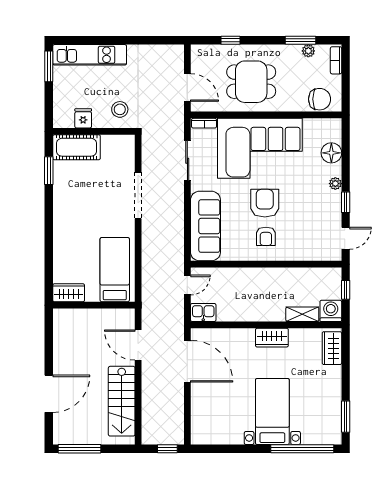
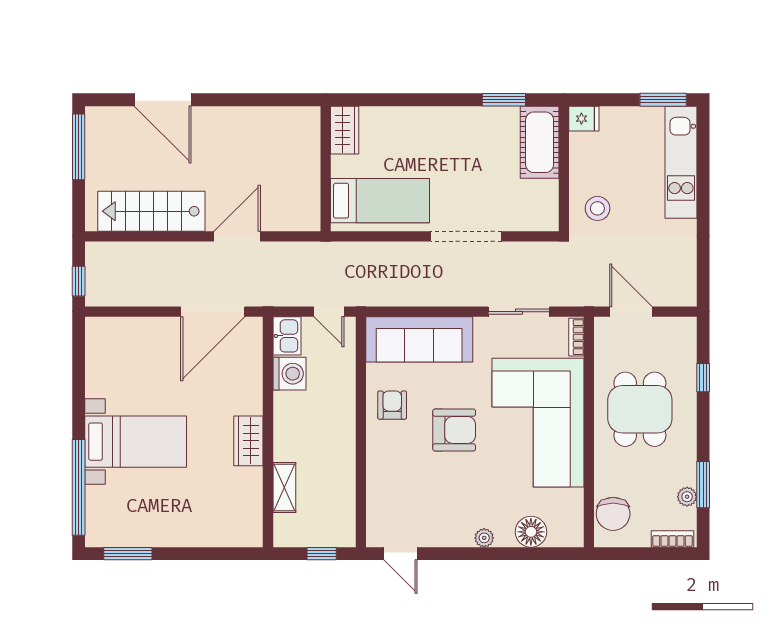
door: (187, 88) -> (631, 312), swing flipped
fridge: (83, 118) -> (584, 119), moved
window: (346, 202) -> (455, 554), removed
armchair: (266, 236) -> (392, 405), moved, turned 90
bed: (115, 270) -> (380, 201), moved
wardrobe: (69, 293) -> (345, 130), moved
wall: (94, 305) -> (326, 169), moved
washing machine: (331, 311) -> (289, 374), moved
wardrobe: (332, 348) -> (232, 533), removed

